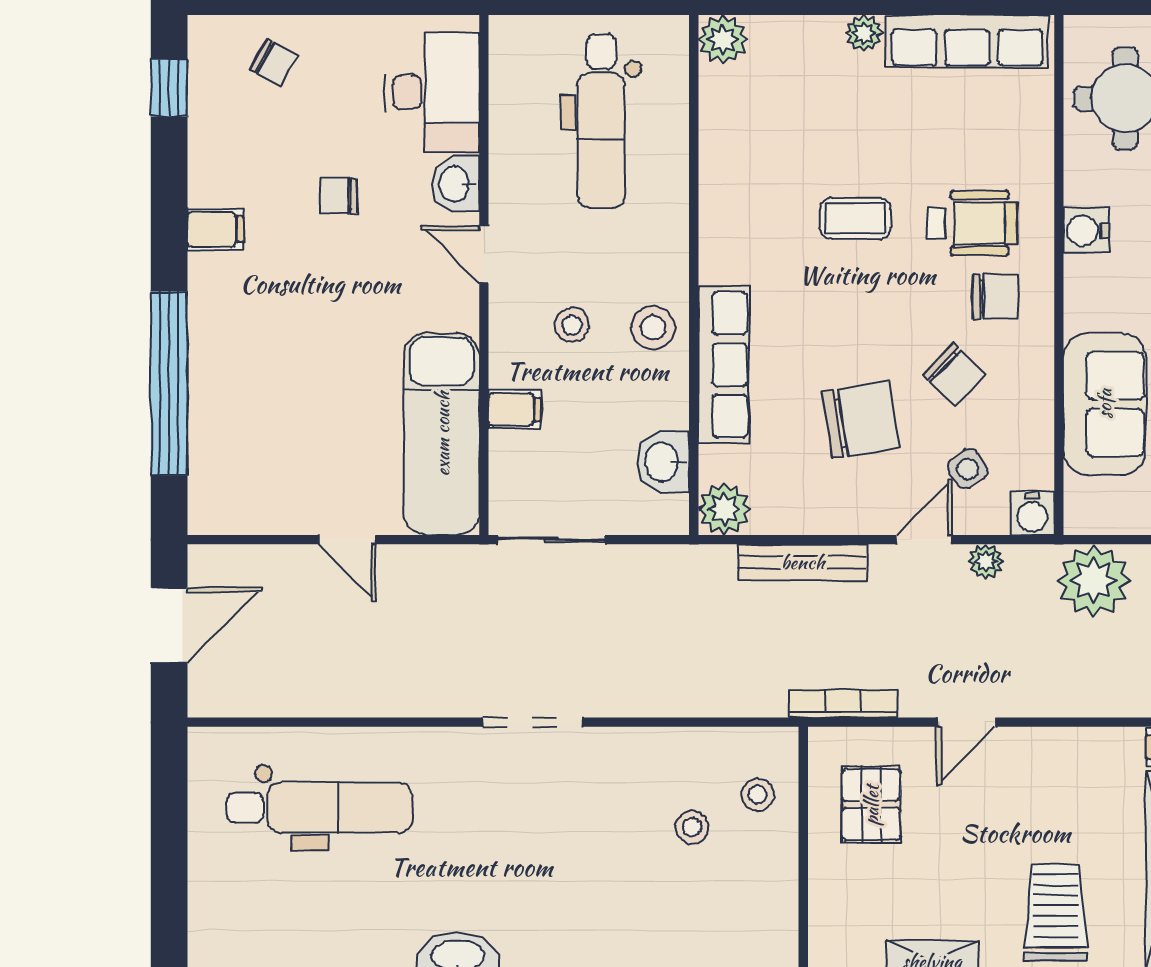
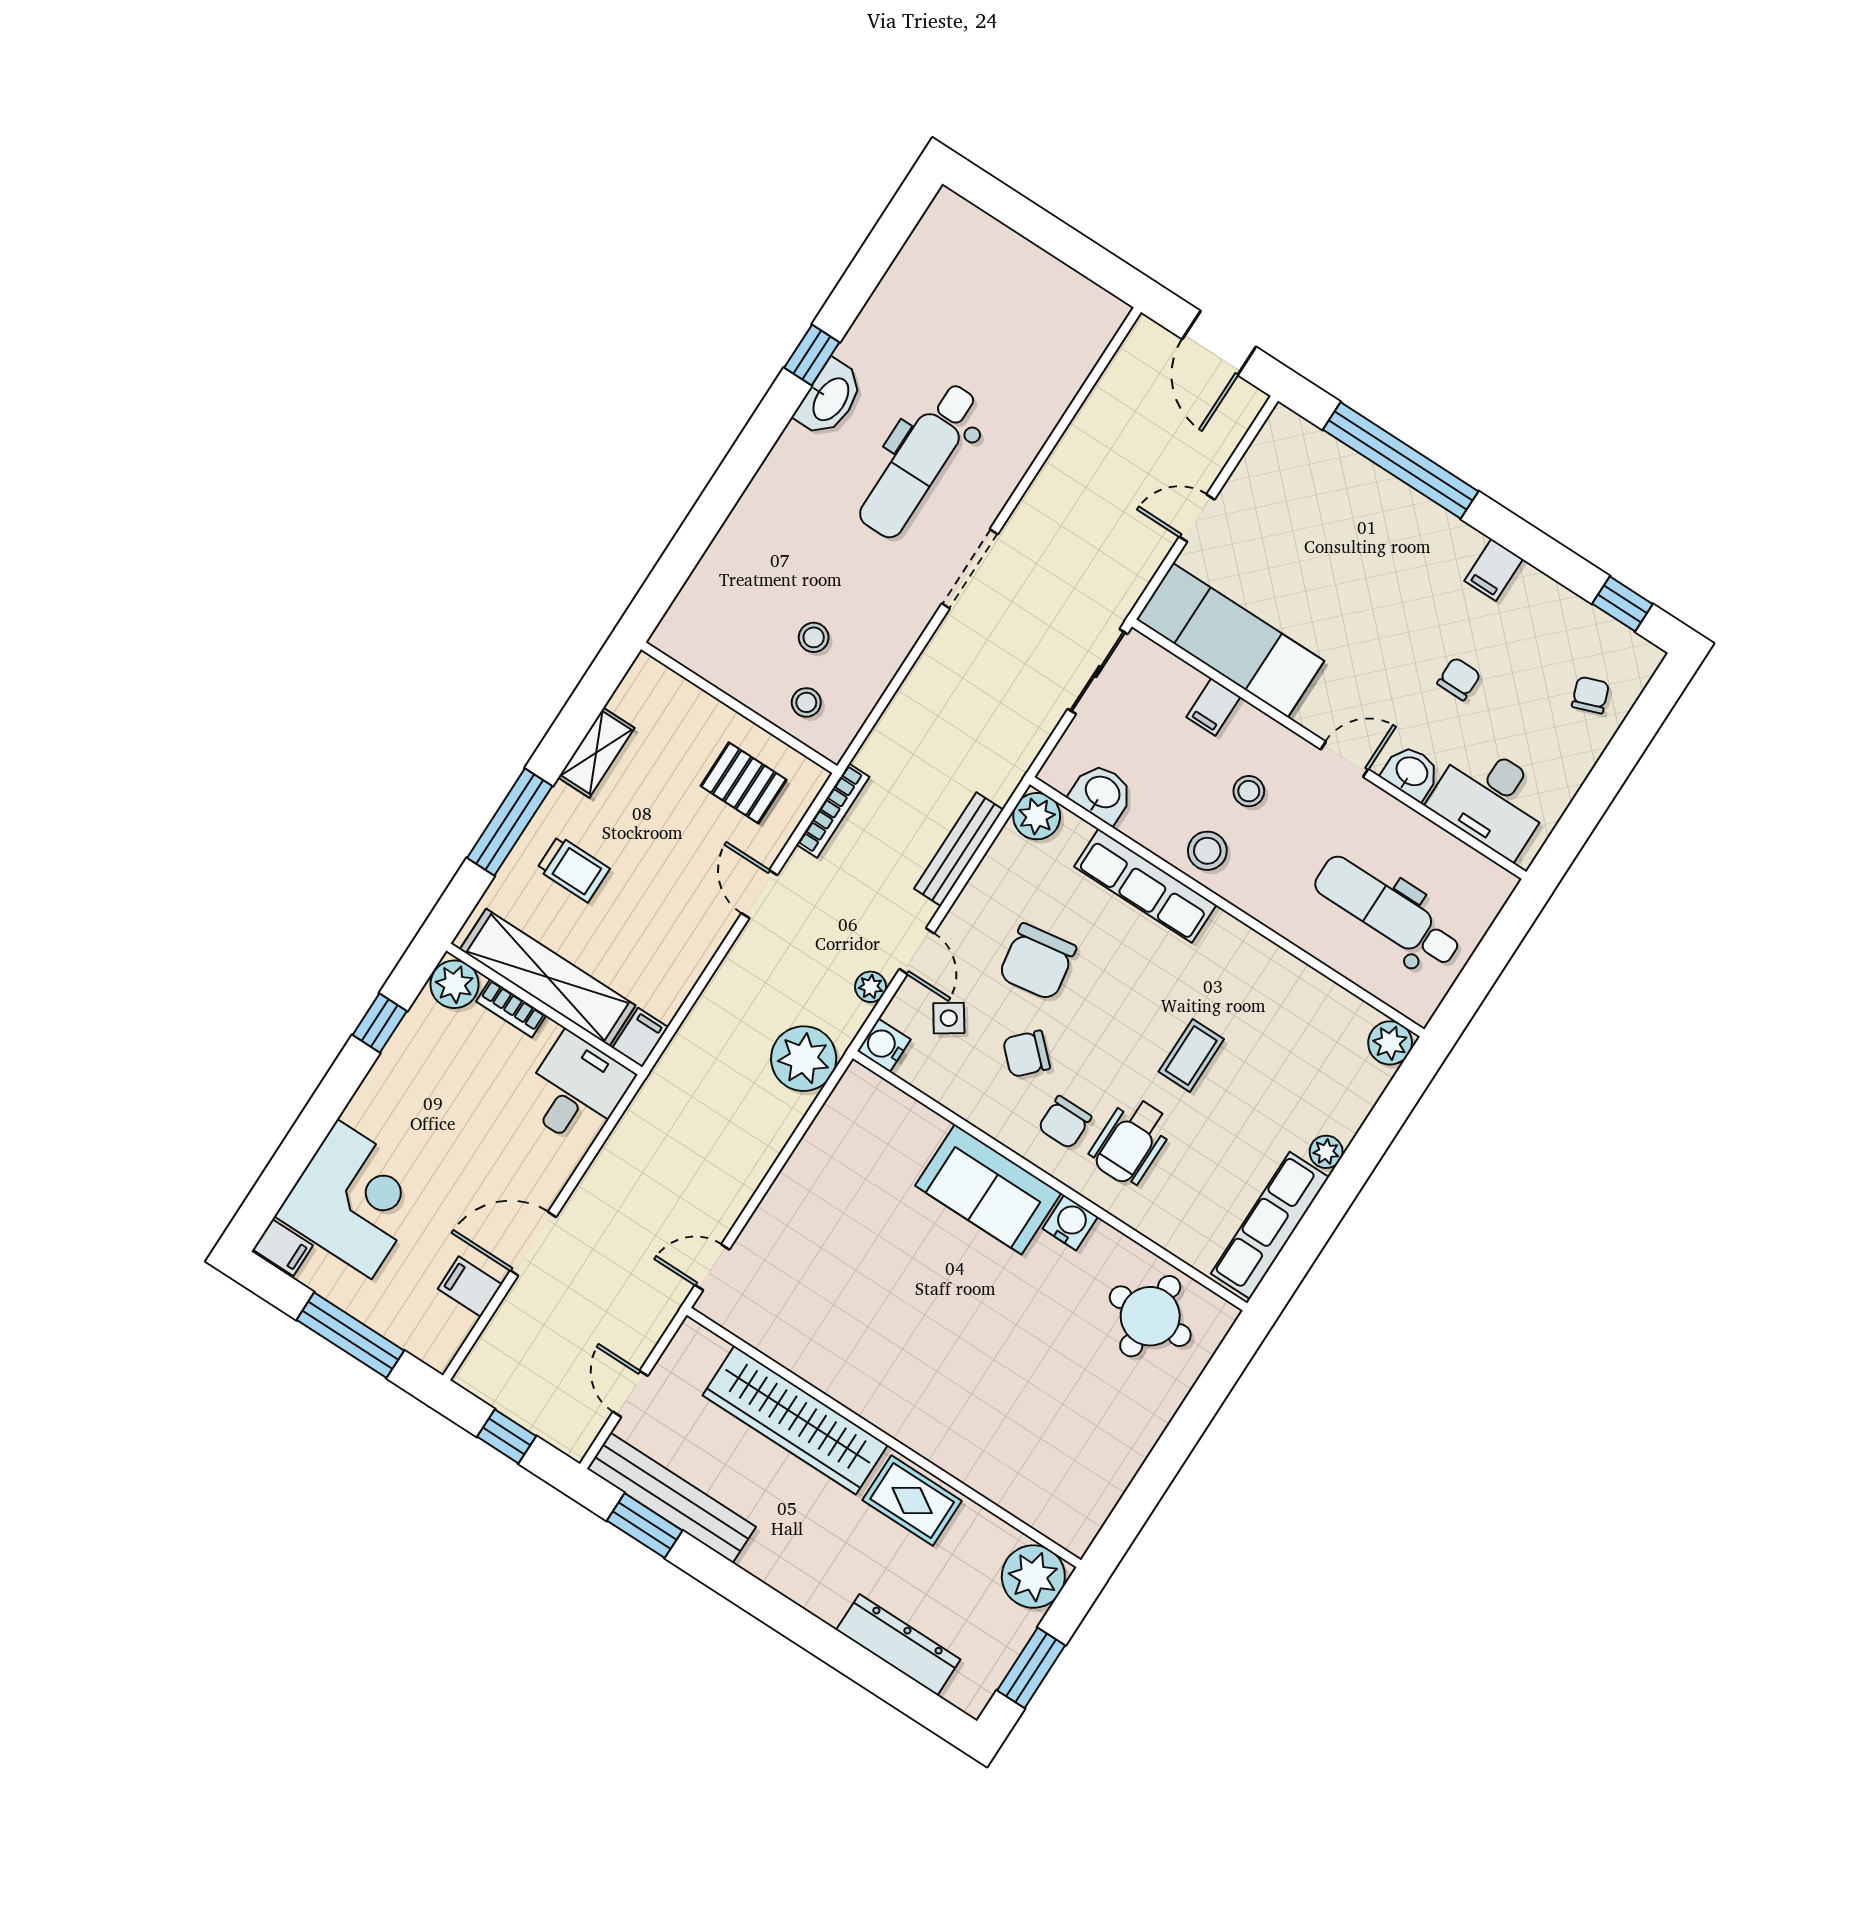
chair: (274, 62) -> (1590, 695), turned 131
sofa: (1104, 404) -> (988, 1189), moved
dental chair: (319, 808) -> (919, 460), moved
trolley: (1056, 912) -> (573, 869), width x0.73, depth x0.72

